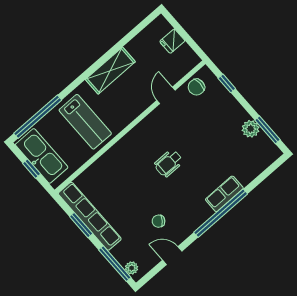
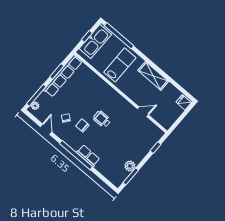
fridge: (172, 41) -> (184, 102), moved
chair: (196, 87) -> (82, 126), moved
lab bench: (85, 122) -> (120, 65), turned 180

